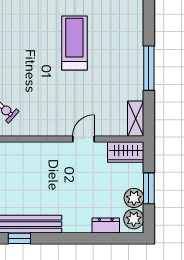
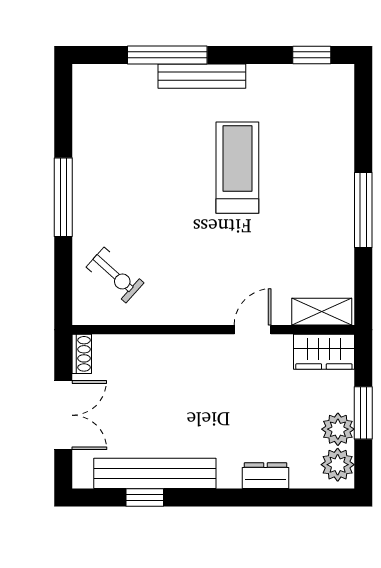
shelving: (136, 119) -> (322, 312), moved, turned 90
dresser: (106, 225) -> (266, 476), moved

